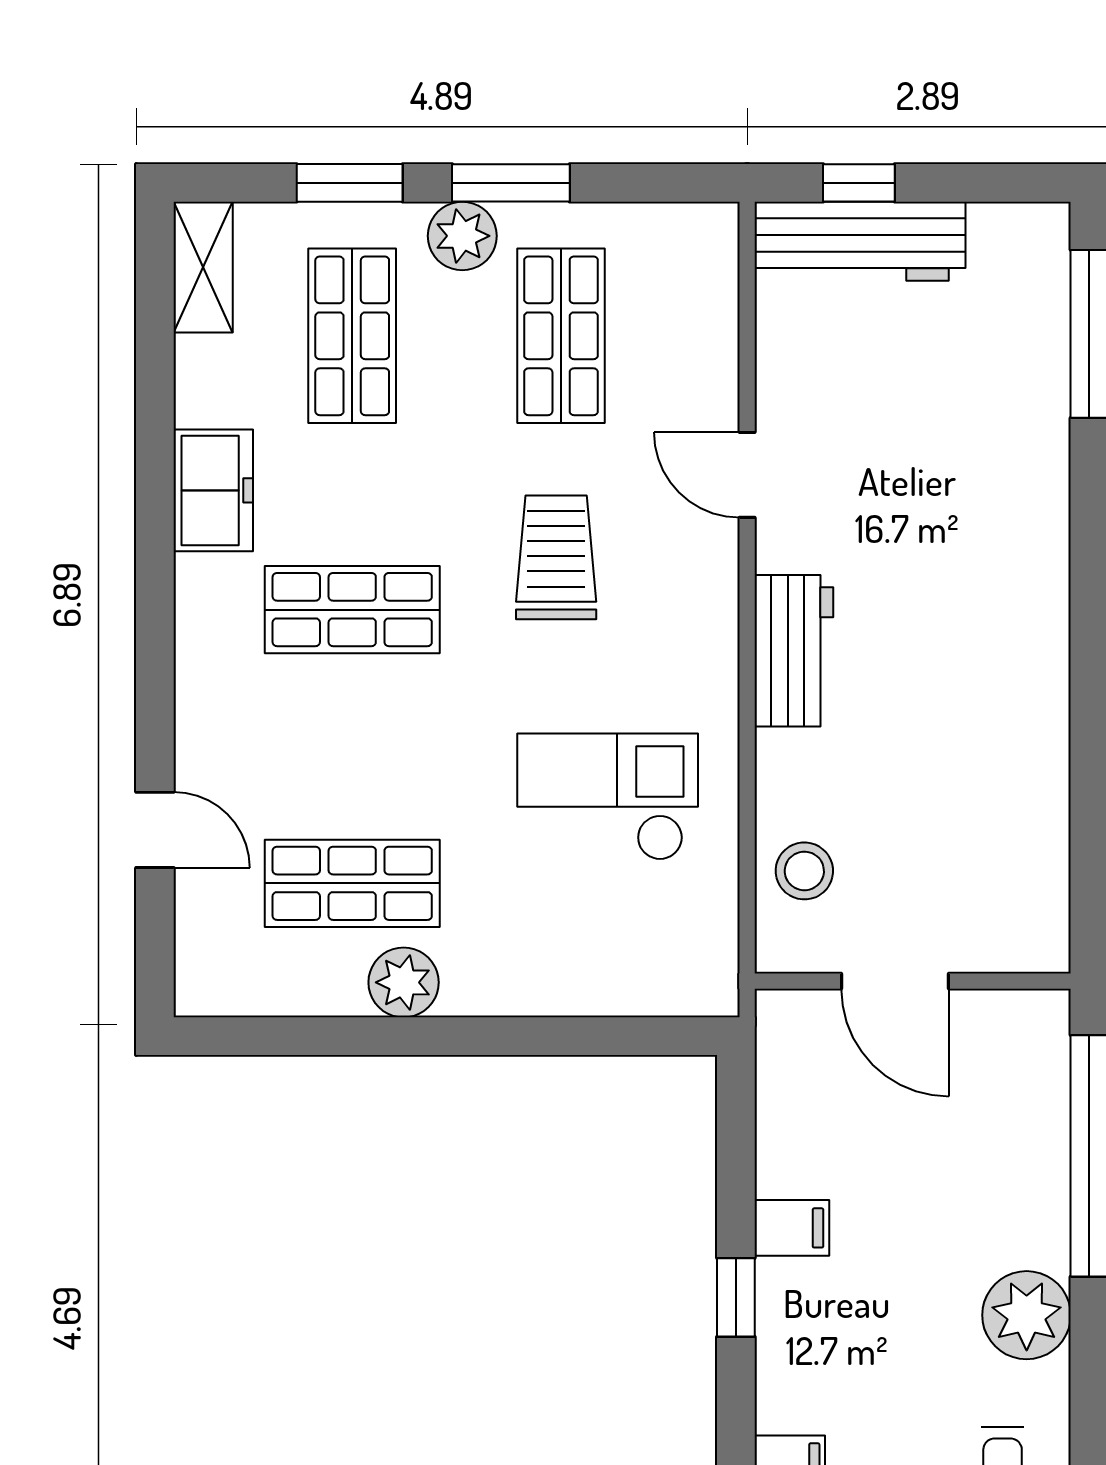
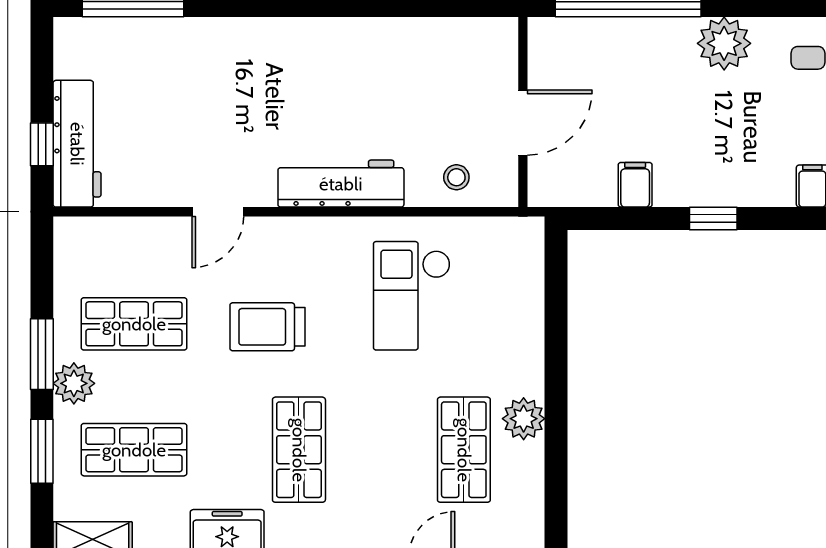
workbench: (794, 651) -> (341, 184), width x1.37
stool: (804, 871) -> (456, 177), width x0.73, depth x0.73
filing cabinet: (792, 1228) -> (635, 185), moved

